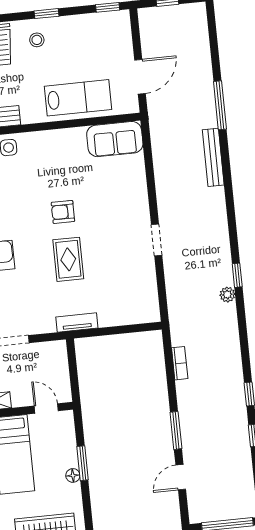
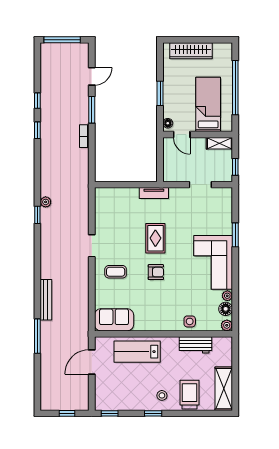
coffee table: (119, 207) -> (116, 272), added
bookcase: (180, 363) -> (84, 136), moved
floor lamp: (73, 475) -> (168, 123), moved

